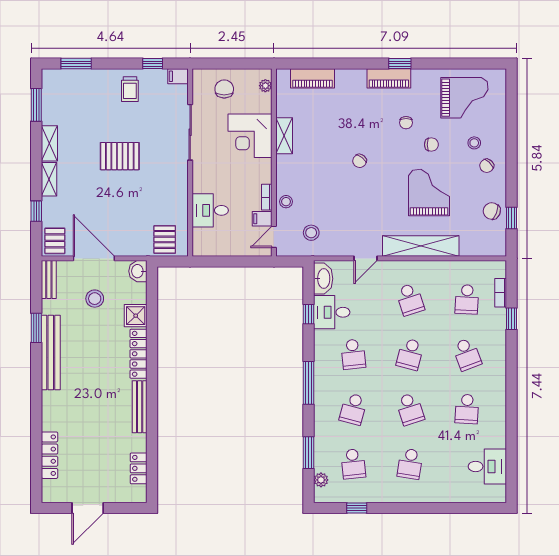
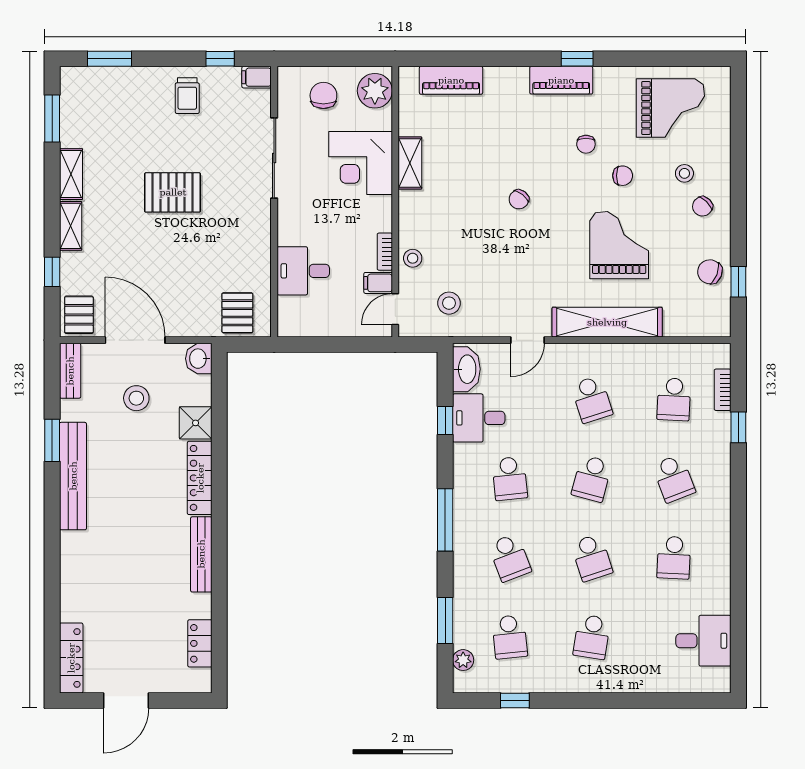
plant: (265, 86) -> (375, 91), width x1.88, depth x1.88
school desk: (353, 409) -> (510, 558), turned -36
locker: (50, 455) -> (71, 658), moved

